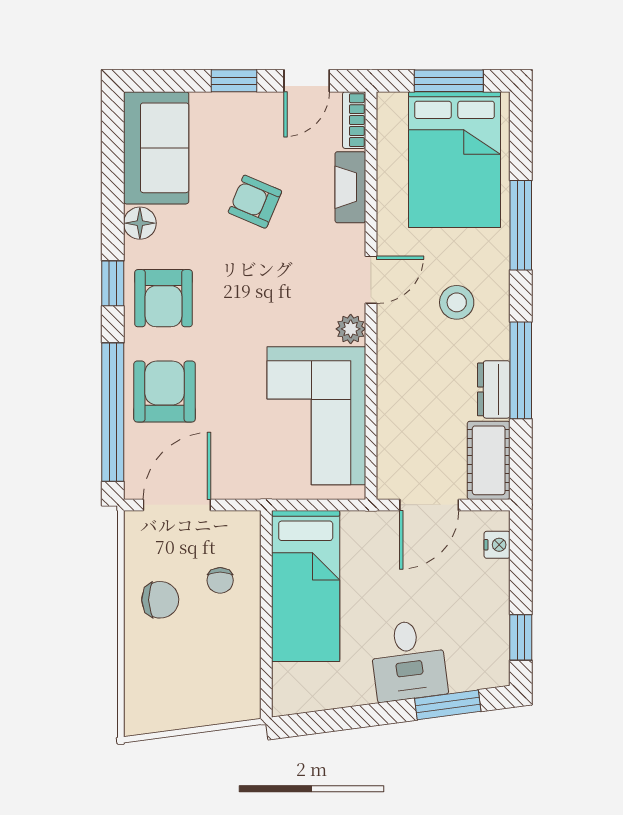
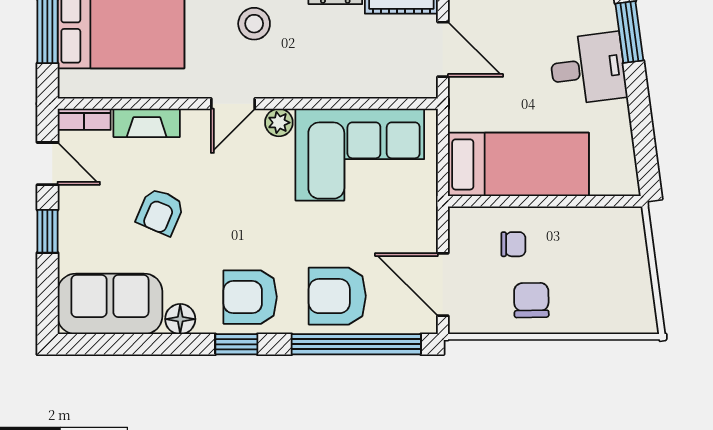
door: (371, 280) -> (233, 104), swing flipped
armchair: (163, 298) -> (250, 297), turned 180

